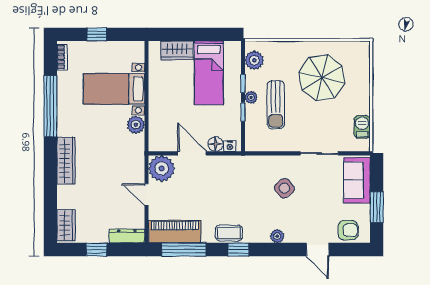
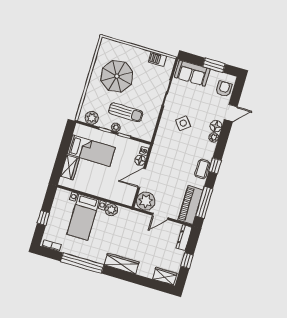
floor lamp: (294, 235) -> (216, 126), added

